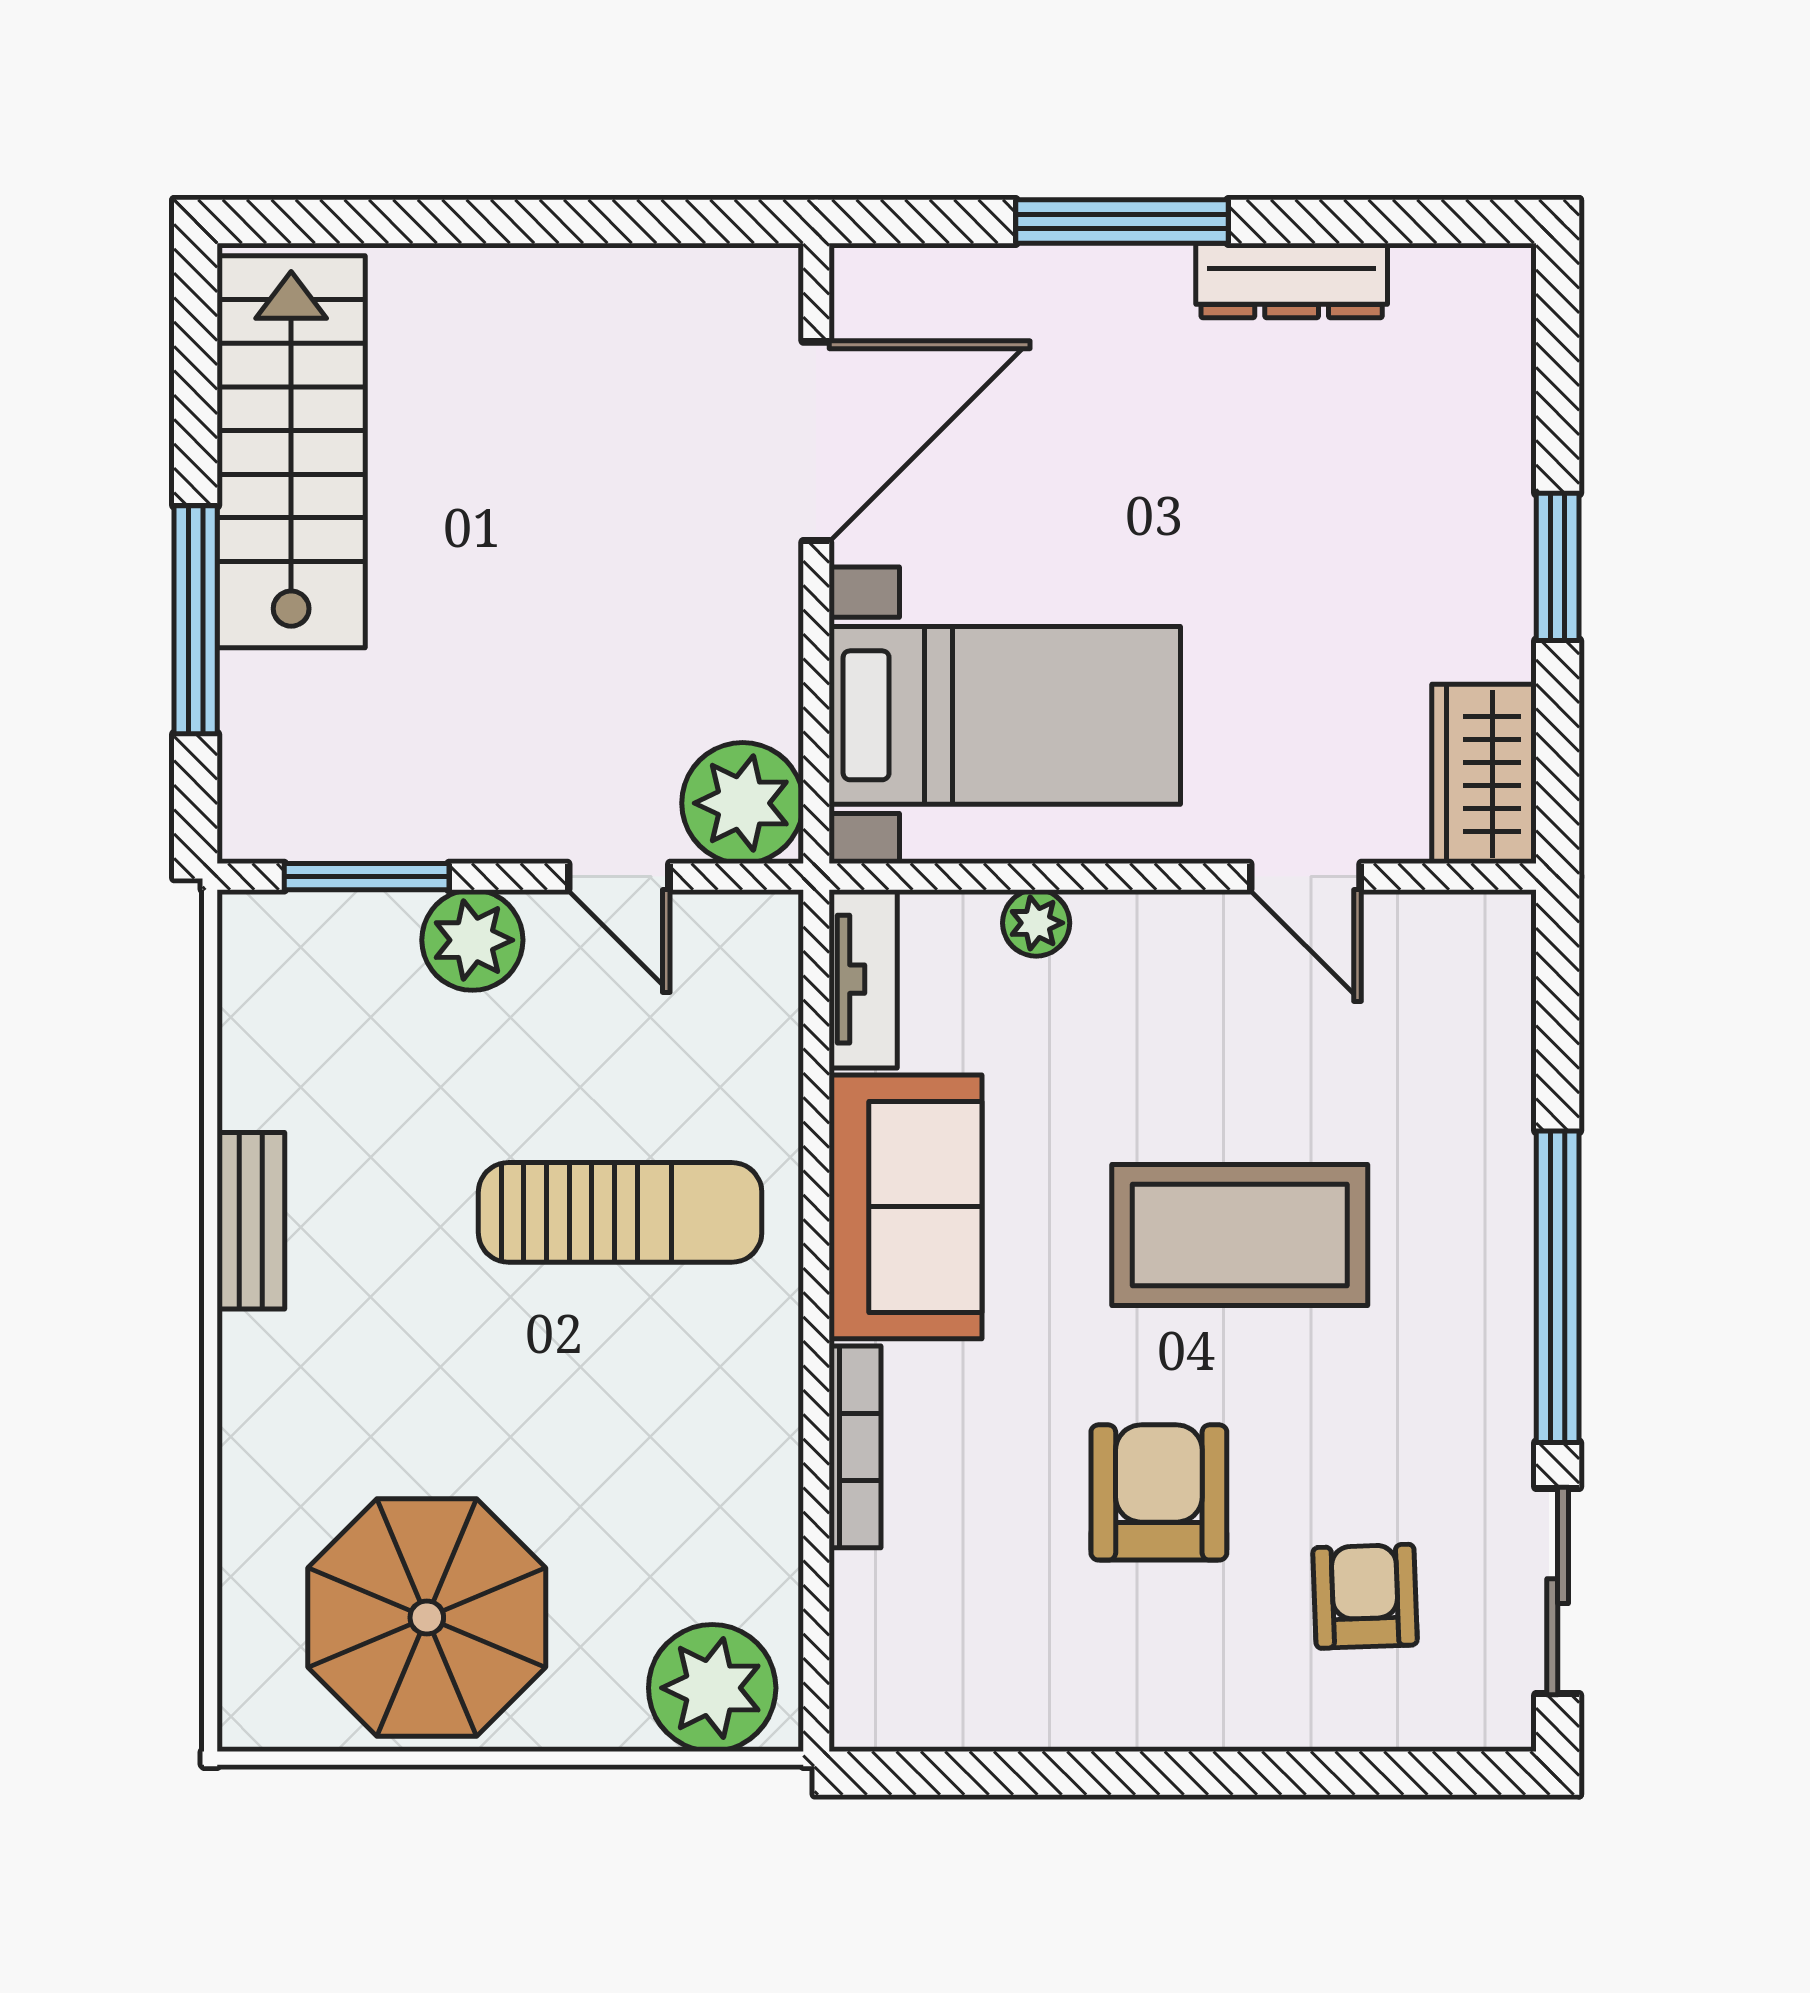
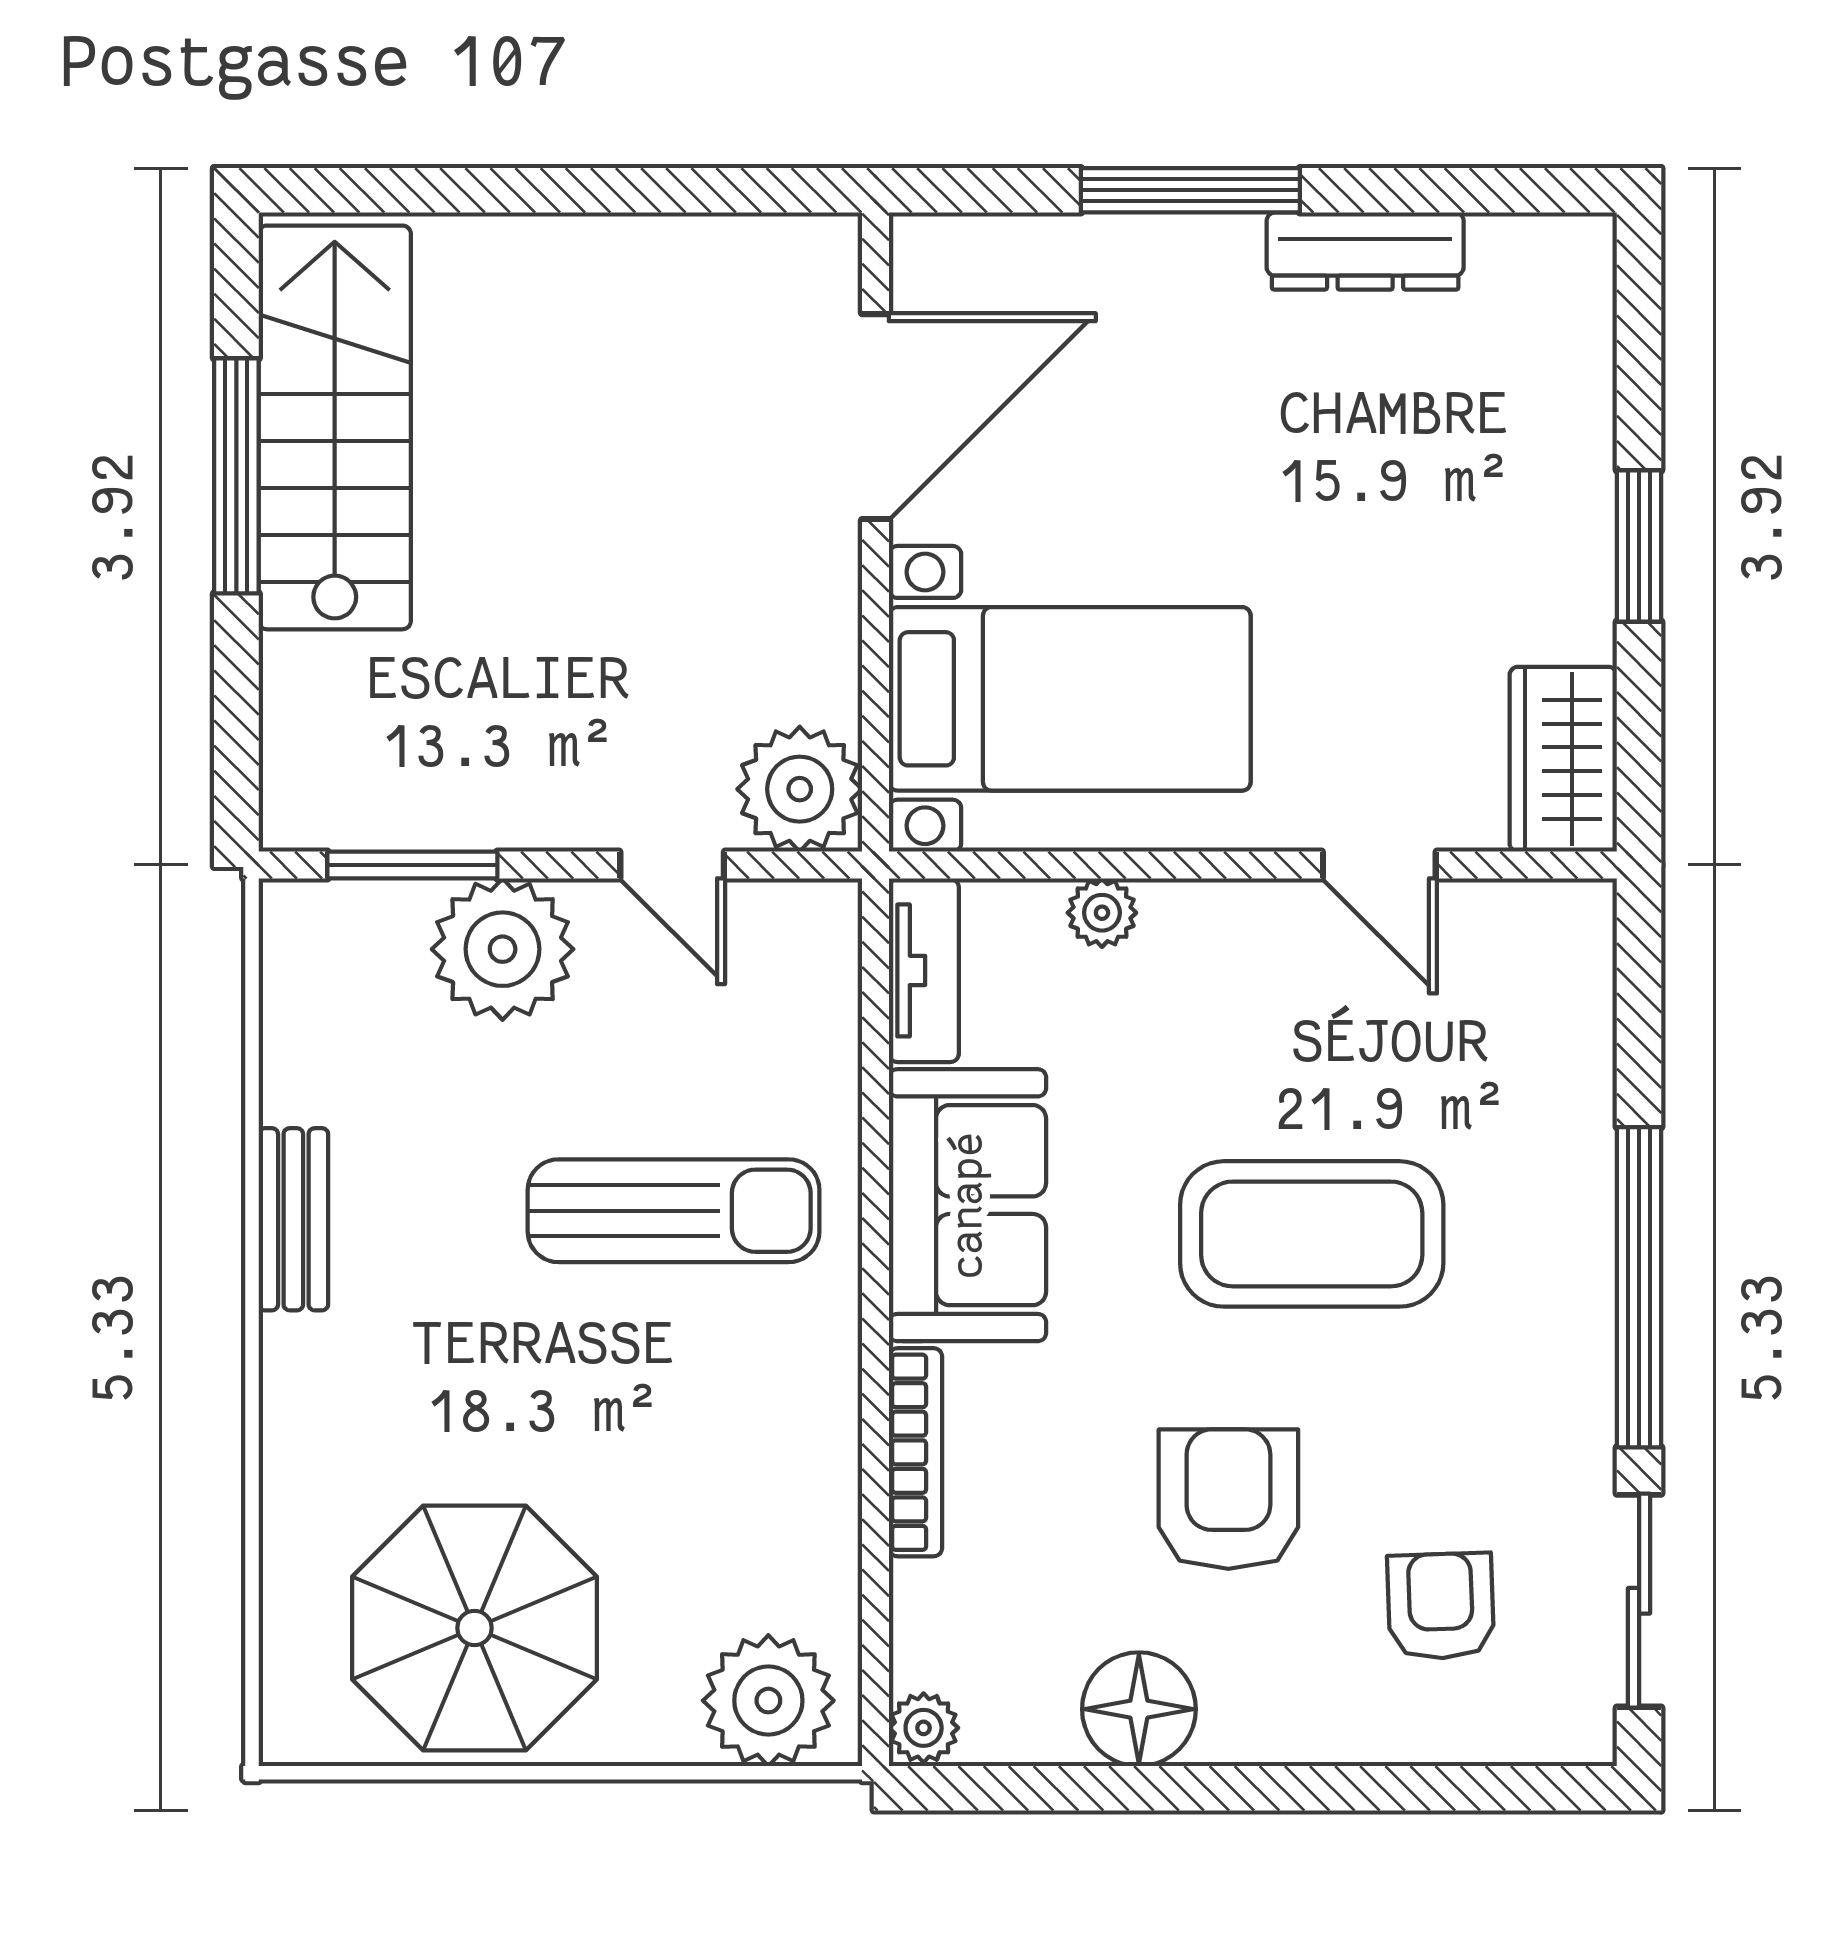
window: (196, 620) -> (236, 476), moved
plant: (472, 940) -> (503, 949), width x1.36, depth x1.36
floor lamp: (1072, 1696) -> (1139, 1709), added
plant: (863, 1715) -> (924, 1728), added

